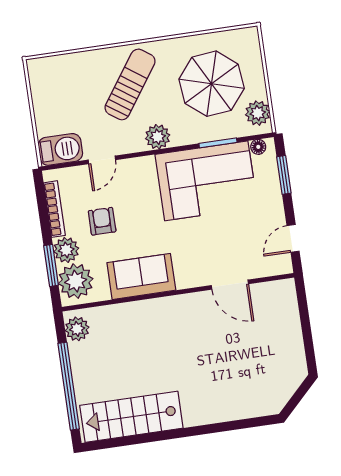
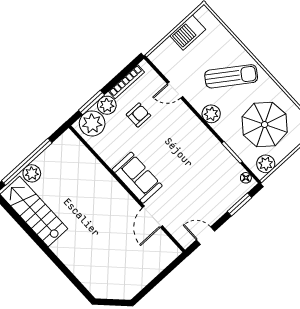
barbecue: (60, 149) -> (188, 32), moved, turned 90
corner sofa: (206, 181) -> (205, 161), removed
sofa: (141, 276) -> (137, 178), moved
plant: (77, 329) -> (32, 173), moved

